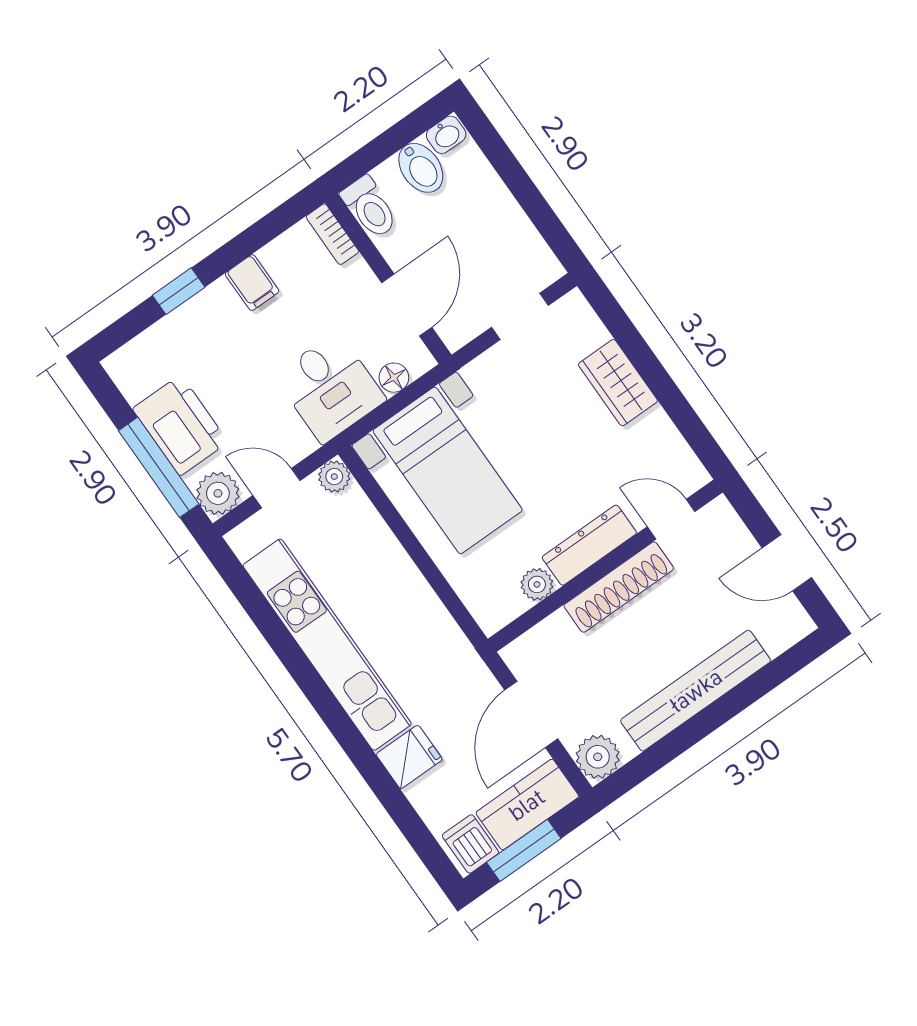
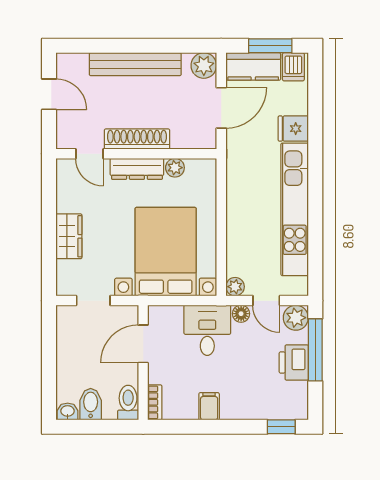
window: (179, 291) -> (281, 427), moved
floor lamp: (394, 378) -> (241, 314), moved
printer: (180, 425) -> (294, 363), width x0.73, depth x0.84
bed with nightstands: (448, 470) -> (166, 252), width x1.36

